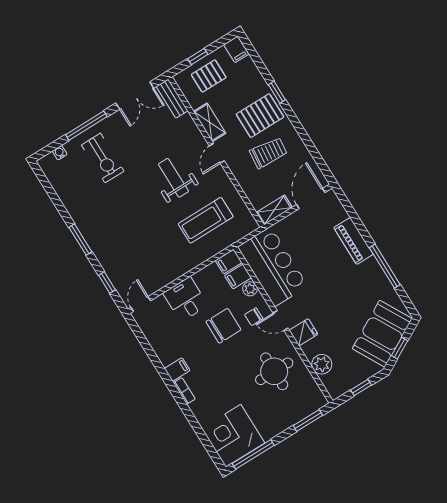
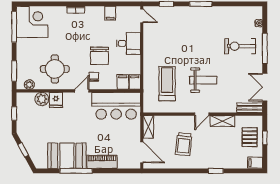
pallet: (260, 116) -> (208, 153), removed
door: (217, 153) -> (202, 114), swing flipped
plant: (250, 289) -> (29, 85), moved
fridge: (303, 332) -> (56, 100), moved
booth: (382, 334) -> (67, 156), moved, turned -61
filing cabinet: (177, 369) -> (110, 13), moved

